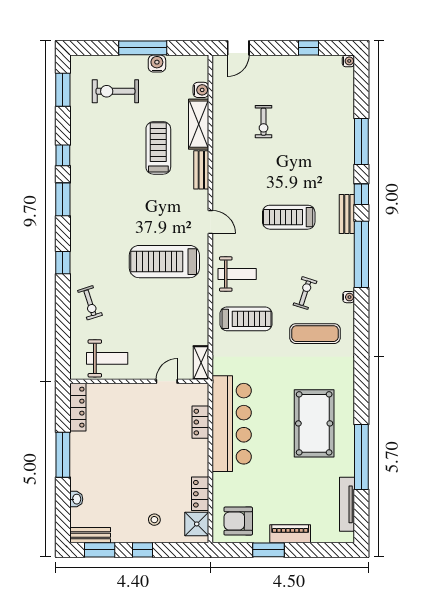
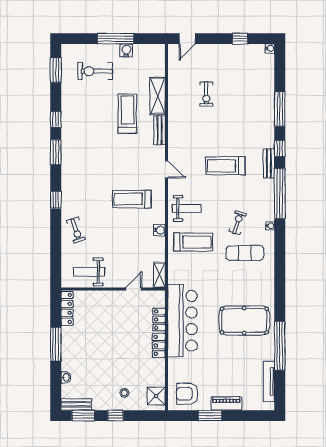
water cooler: (201, 90) -> (159, 230), moved
treadmill: (164, 262) -> (132, 199), width x0.73, depth x0.73
weight bench: (107, 358) -> (89, 272), turned 180
pool table: (314, 423) -> (244, 321), turned 90
locker: (200, 494) -> (159, 345), moved

